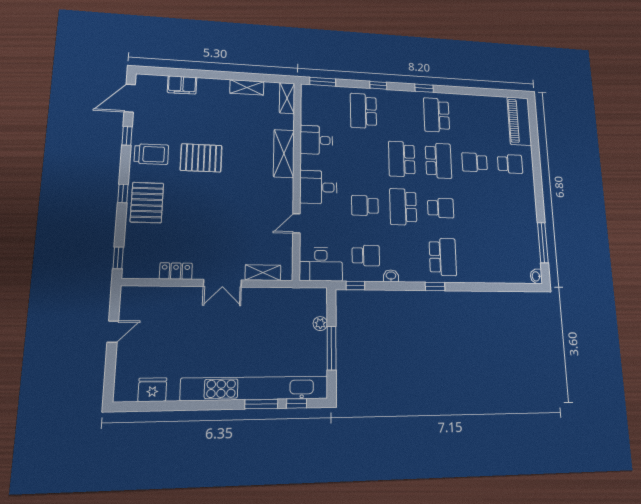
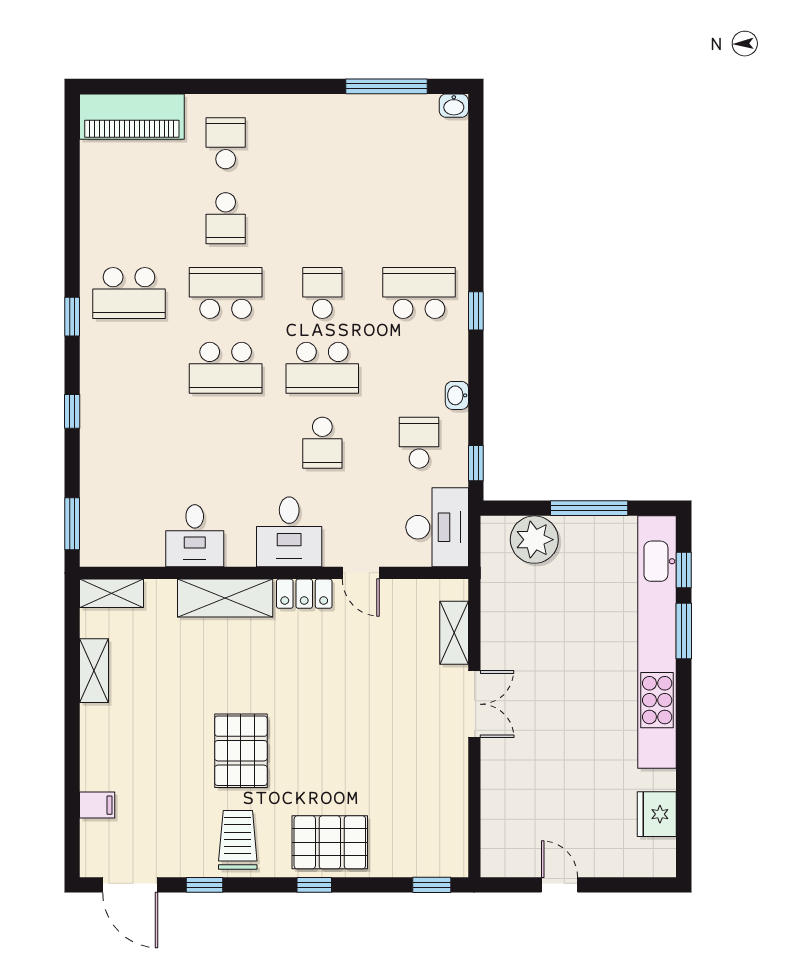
filing cabinet: (182, 85) -> (97, 805), width x0.50
school desk: (363, 111) -> (129, 443), removed
locker: (176, 271) -> (304, 594), moved, turned -90
plant: (320, 324) -> (534, 540), width x1.87, depth x1.87

